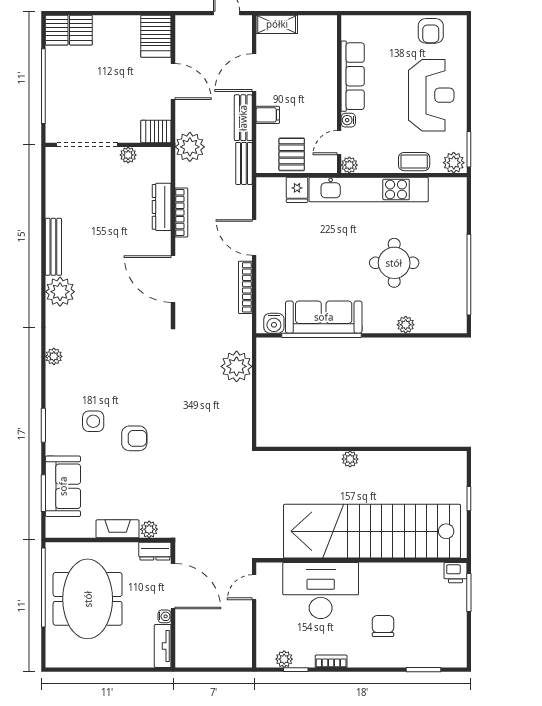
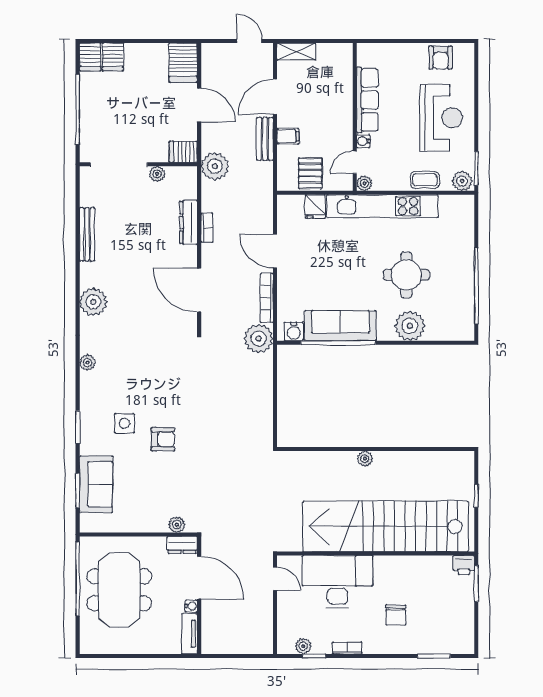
bench: (244, 163) -> (266, 182), removed
bookcase: (181, 213) -> (207, 228), width x0.64
bench: (53, 247) -> (87, 234), moved
plant: (406, 325) -> (410, 326), width x1.87, depth x1.87
plant: (237, 366) -> (259, 339), moved
fireplace: (118, 529) -> (147, 524), removed
door: (254, 587) -> (275, 579), swing flipped
chair: (383, 626) -> (396, 615), turned 180

